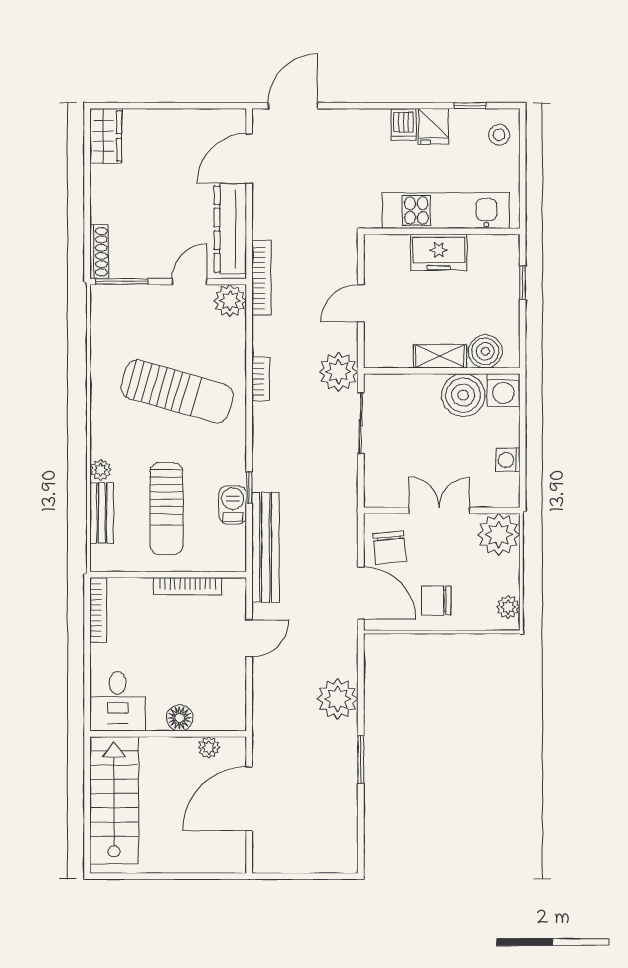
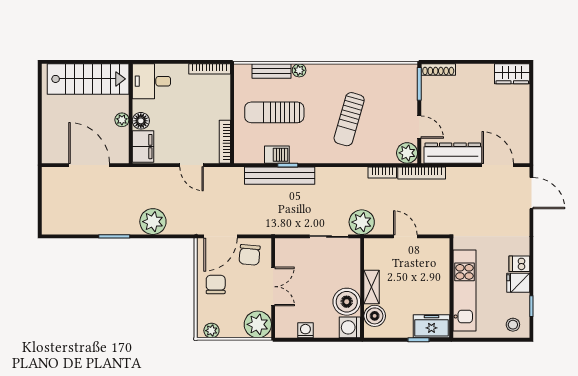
freezer: (439, 252) -> (431, 326), moved, turned 90
bookcase: (261, 379) -> (382, 173), moved
sun lounger: (177, 391) -> (349, 119), width x0.73, depth x0.75
bench: (266, 547) -> (280, 176), moved
chair: (390, 547) -> (250, 255), turned -79
bookcase: (188, 586) -> (225, 142), moved
filing cabinet: (220, 714) -> (143, 147), added
plant: (209, 747) -> (122, 120), moved

